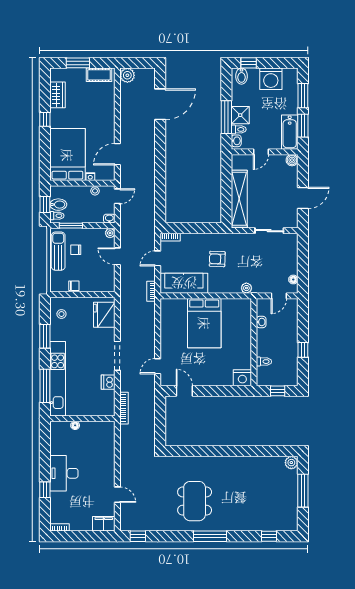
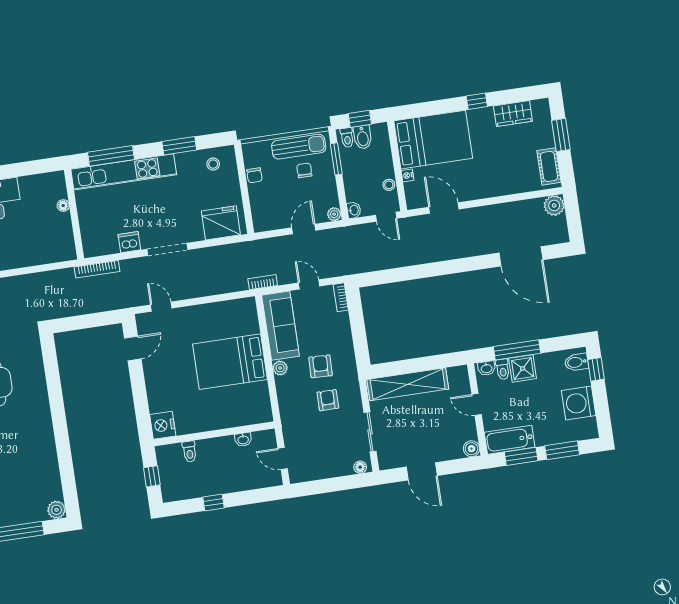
armchair: (242, 257) -> (328, 400), added
floor lamp: (293, 279) -> (360, 467), moved
plant: (246, 288) -> (280, 368), moved

